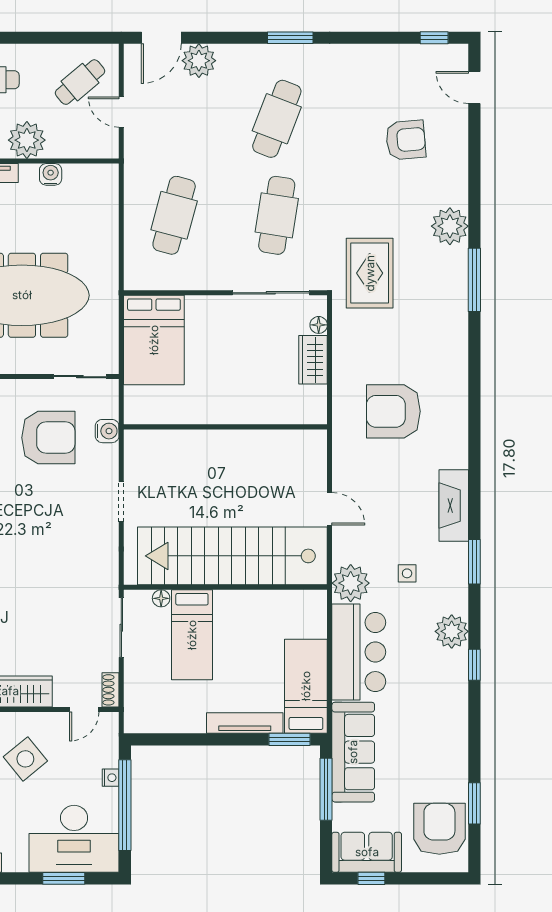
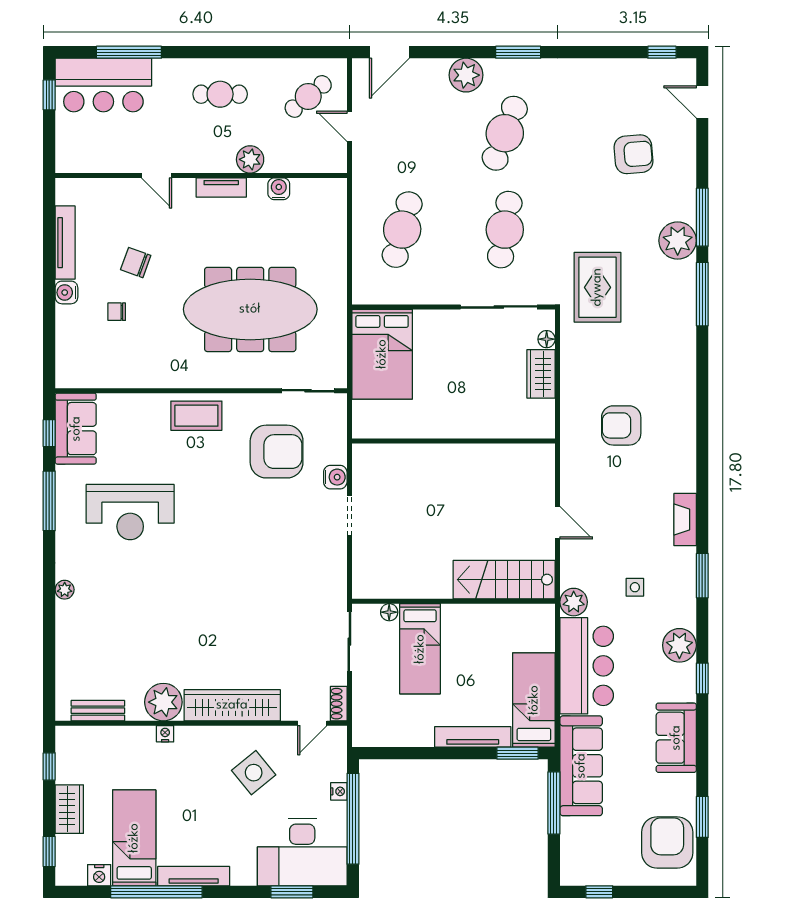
plant: (199, 61) -> (466, 75), moved
plant: (27, 140) -> (250, 159), width x0.73, depth x0.73
window: (474, 203) -> (702, 217), added
armchair: (393, 411) -> (621, 425), width x0.73, depth x0.73
water cooler: (107, 431) -> (335, 477), moved
fireplace: (454, 506) -> (685, 520), width x0.73, depth x0.76
stairs: (232, 556) -> (504, 580), width x0.54, depth x0.66
plant: (351, 583) -> (574, 602), width x0.73, depth x0.73
sofa: (367, 852) -> (676, 738), moved, turned -90

